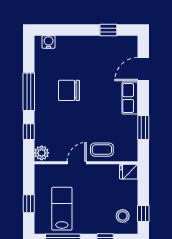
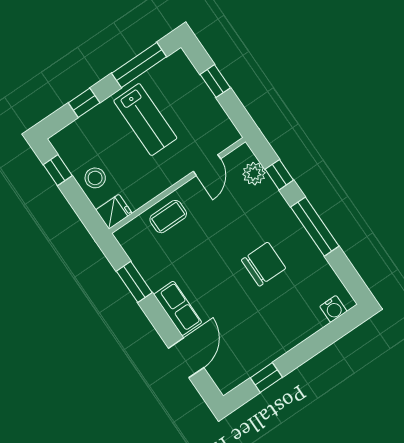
plant: (42, 153) -> (254, 174), moved
door: (77, 163) -> (207, 165), moved
lab bench: (62, 209) -> (145, 120), moved
stool: (123, 216) -> (95, 178), moved

